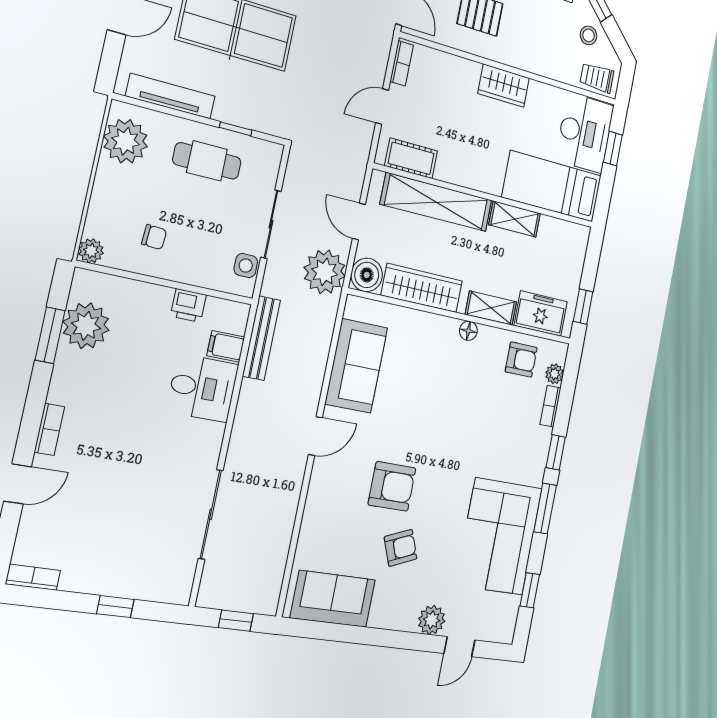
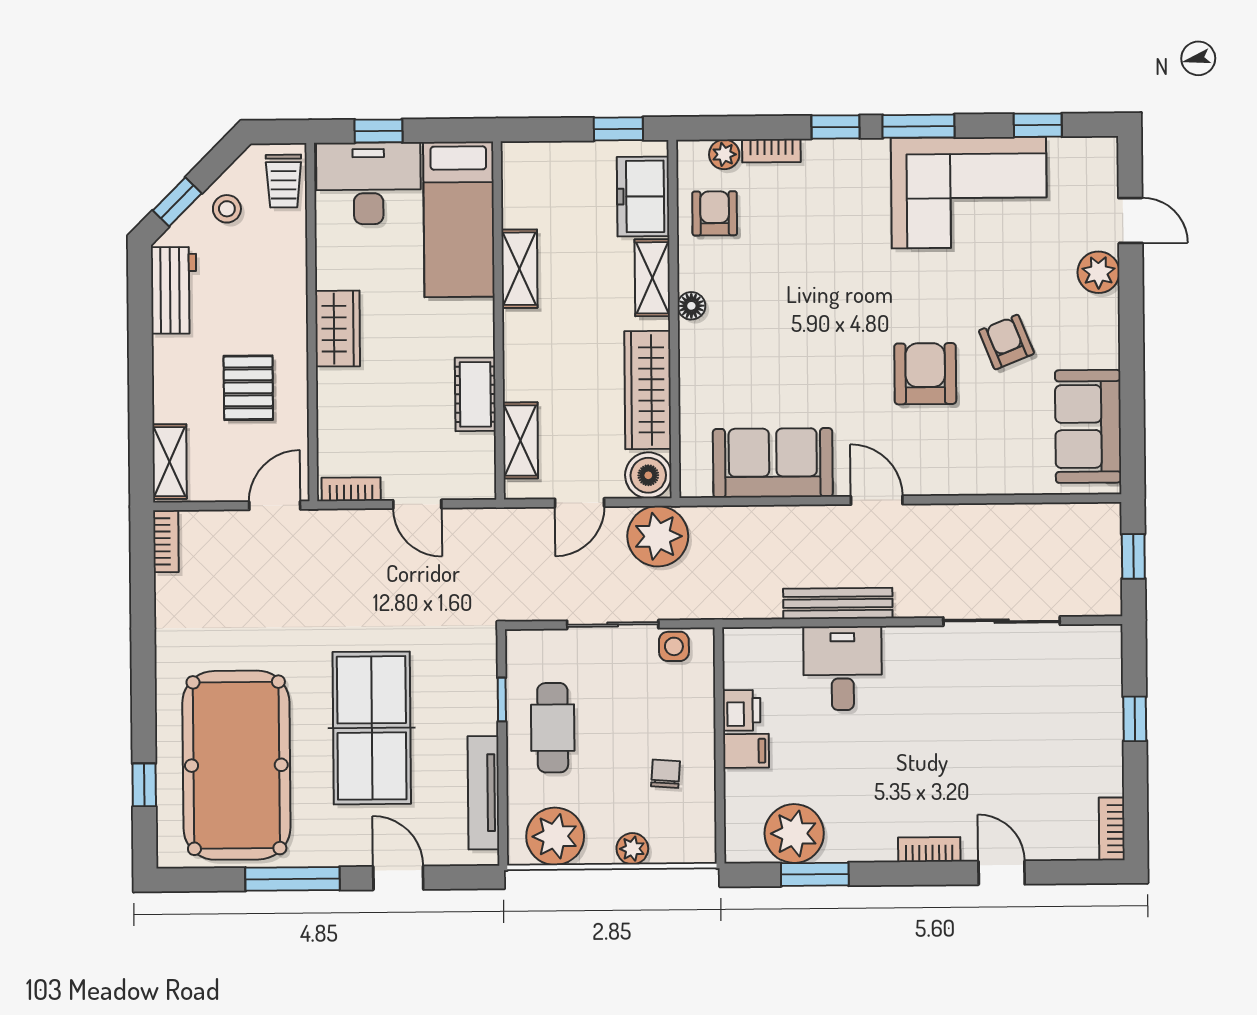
cot: (411, 158) -> (475, 394), moved
shelving: (437, 202) -> (520, 440), width x0.45, depth x0.75
plant: (91, 251) -> (632, 849), moved
bench: (261, 338) -> (838, 603), moved
filing cabinet: (226, 346) -> (746, 751), moved, turned -90

